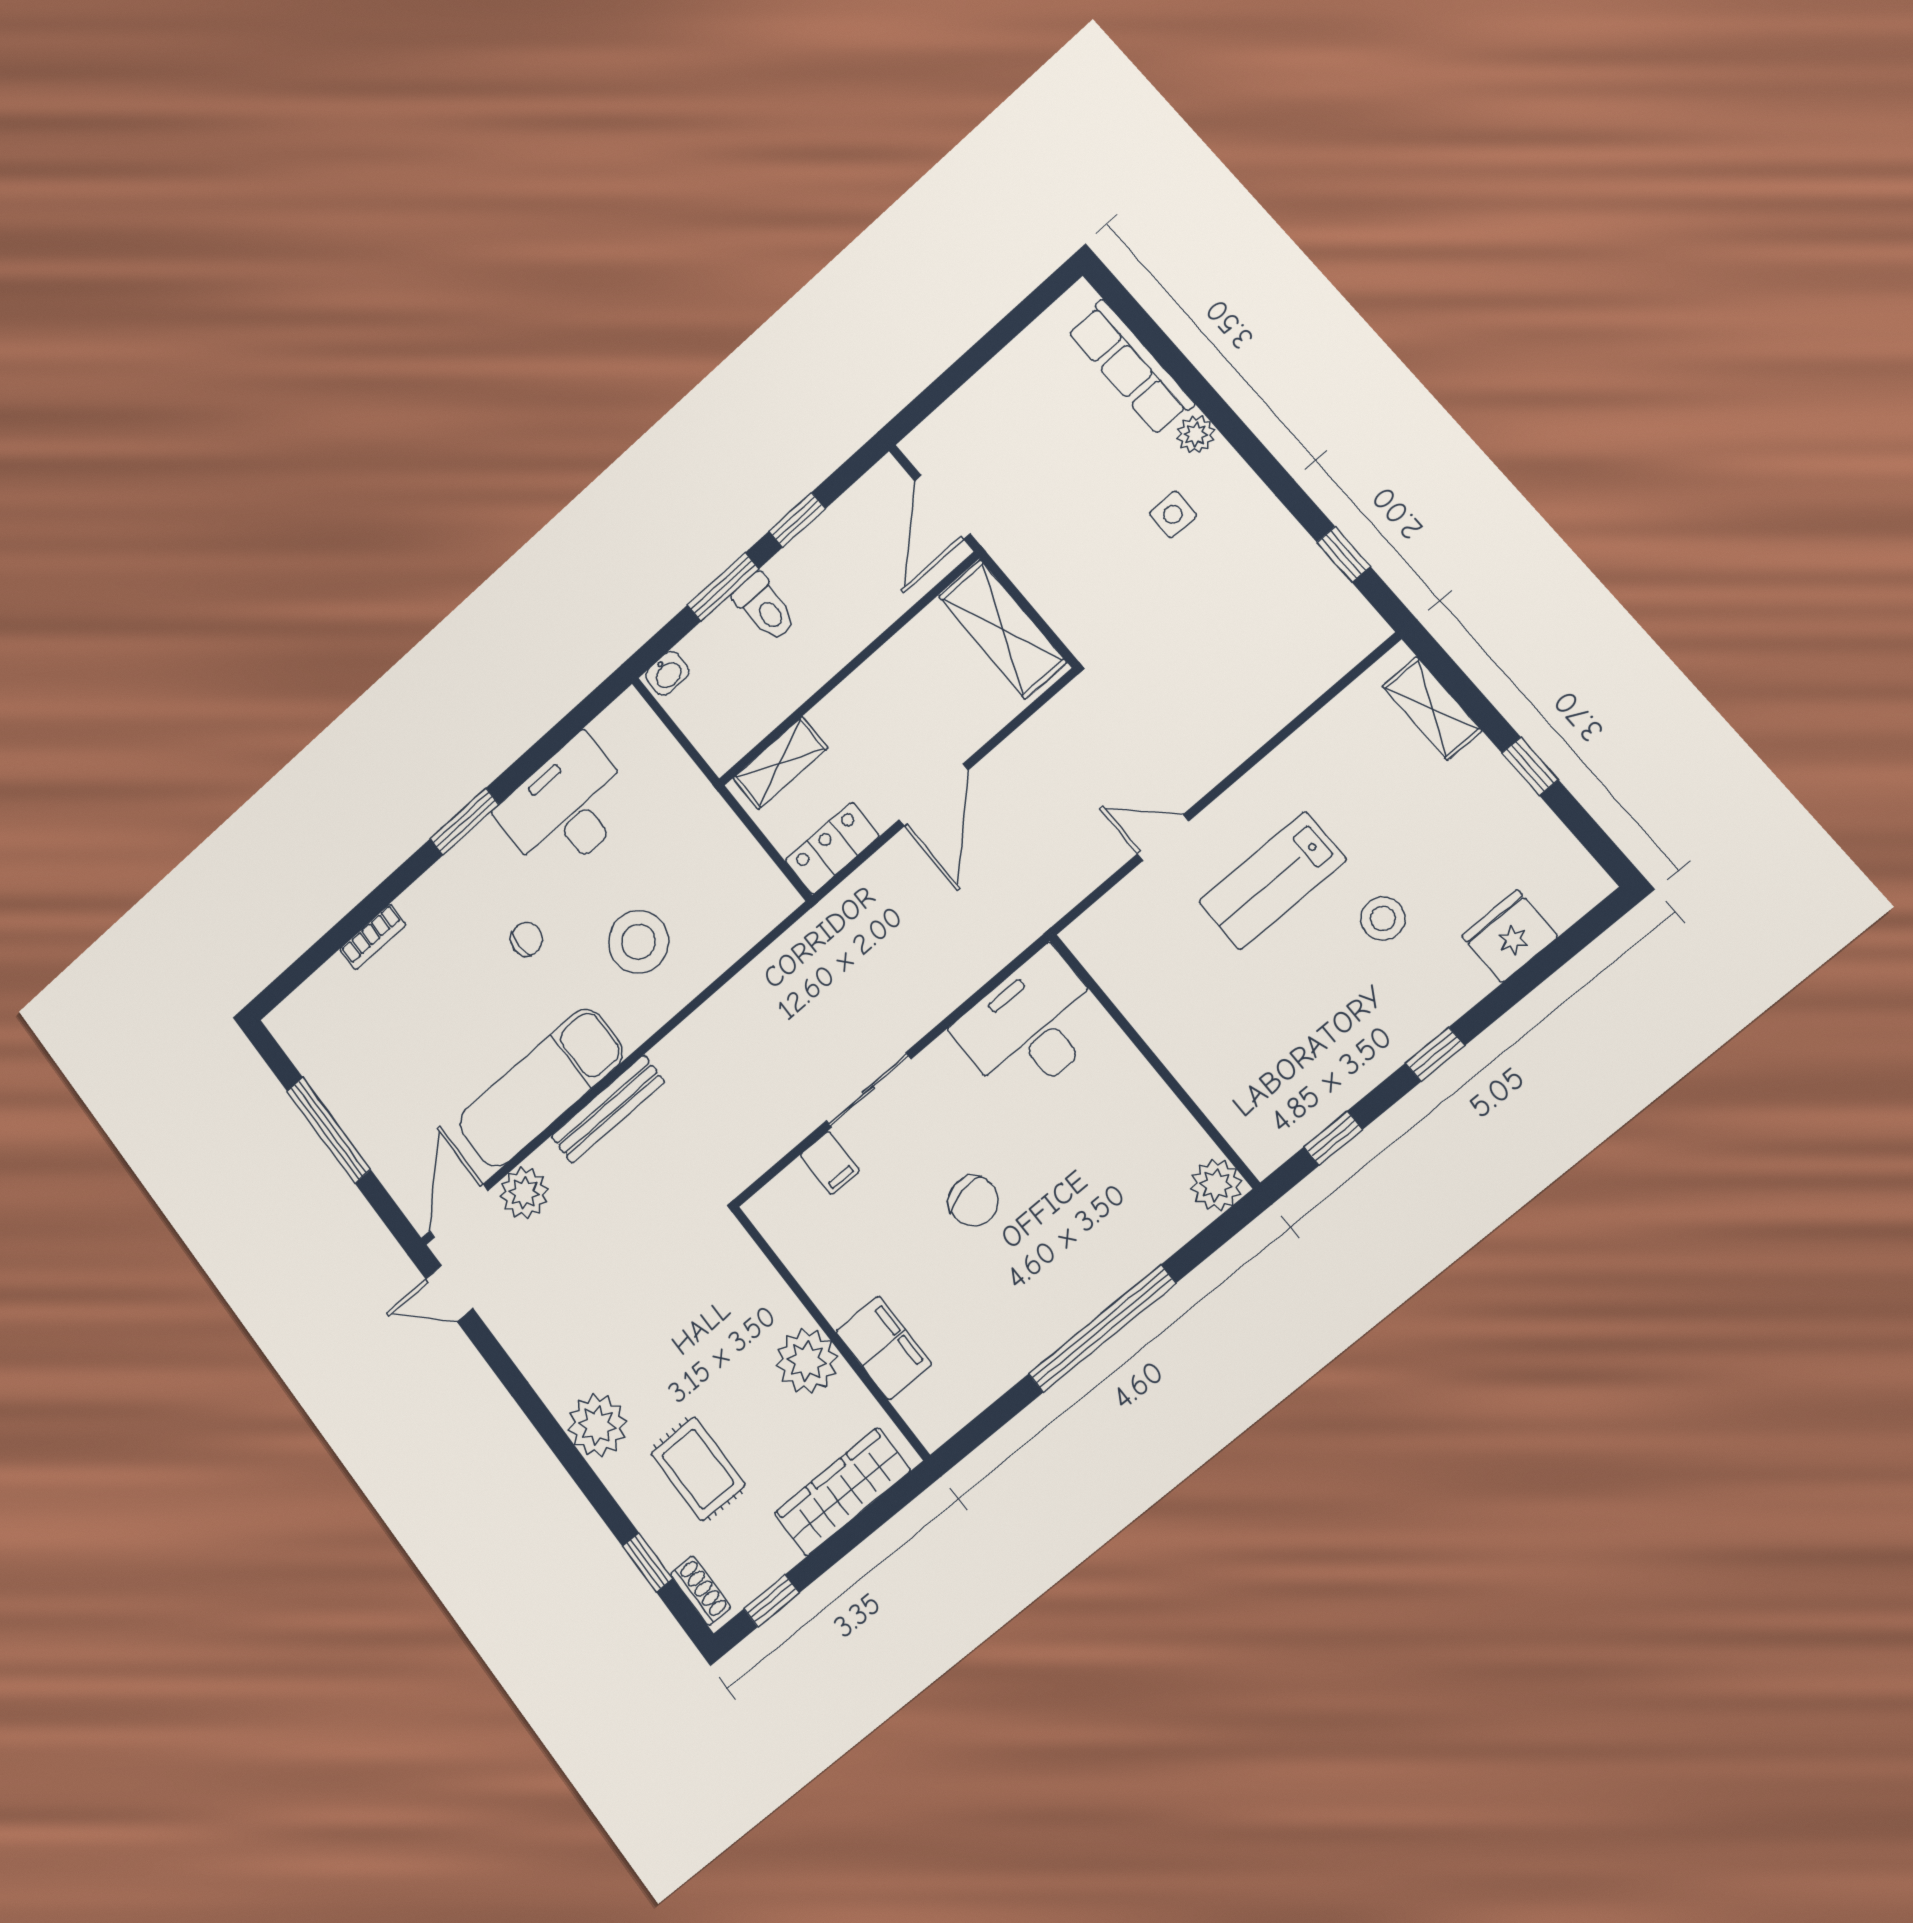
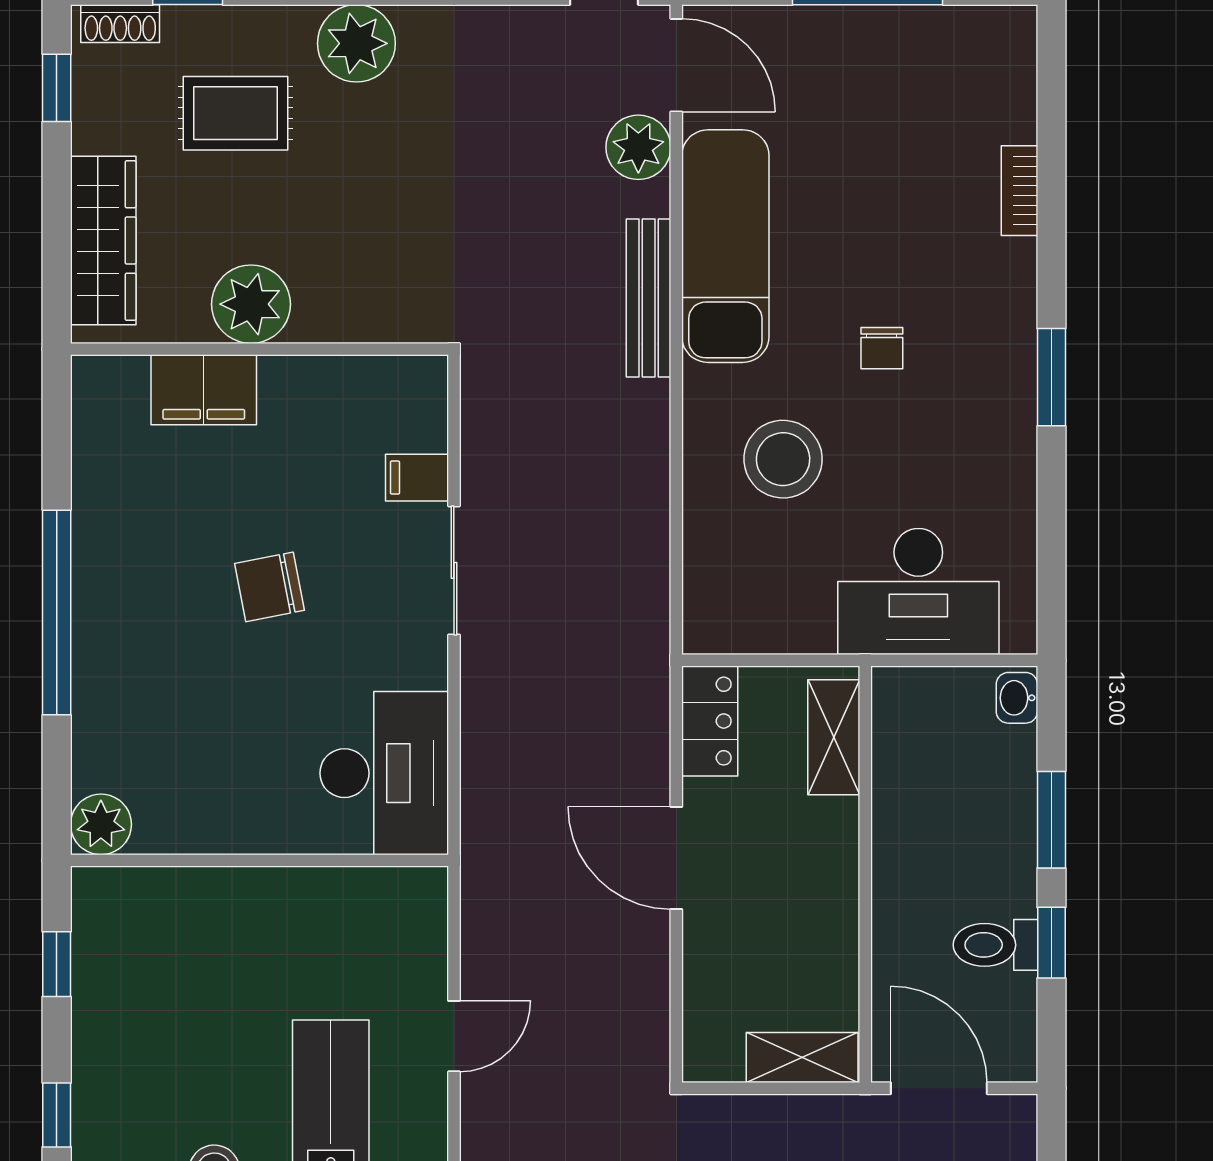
toilet: (765, 608) -> (995, 945), moved
shelving: (1003, 629) -> (802, 1058), width x0.67, depth x0.75
desk: (567, 808) -> (918, 592), moved, turned 90

